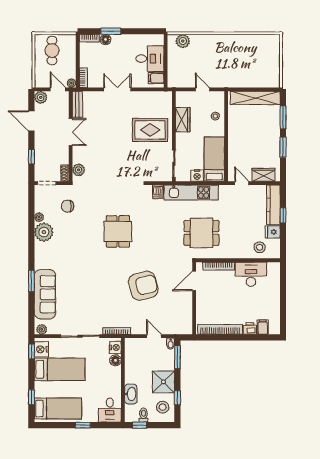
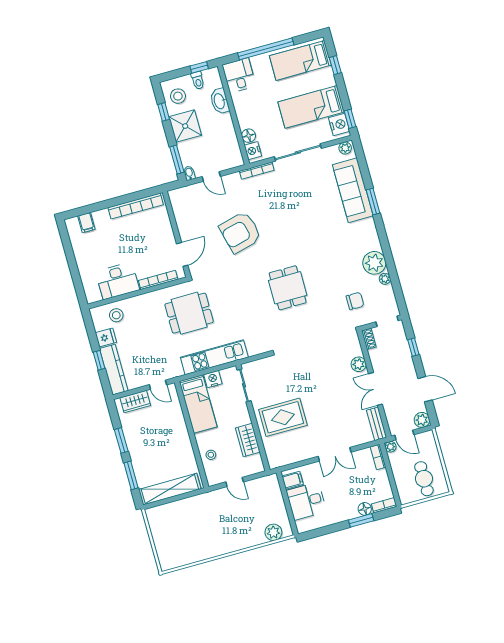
plant: (79, 170) -> (359, 364), moved
dishwasher: (158, 192) -> (254, 347), removed
printer: (250, 329) -> (101, 217), removed
window: (83, 425) -> (266, 49), width x3.17

